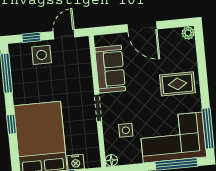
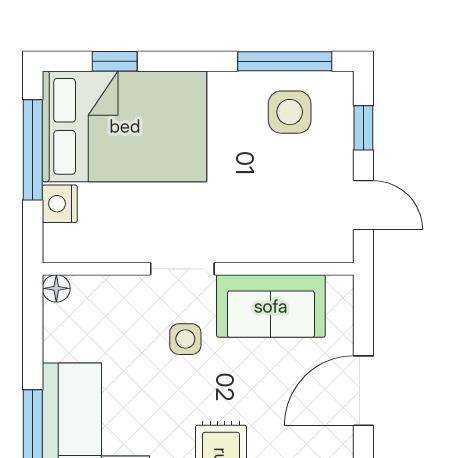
side table: (42, 55) -> (290, 112), moved
window: (11, 124) -> (115, 61), moved
side table: (126, 130) -> (185, 339), moved

